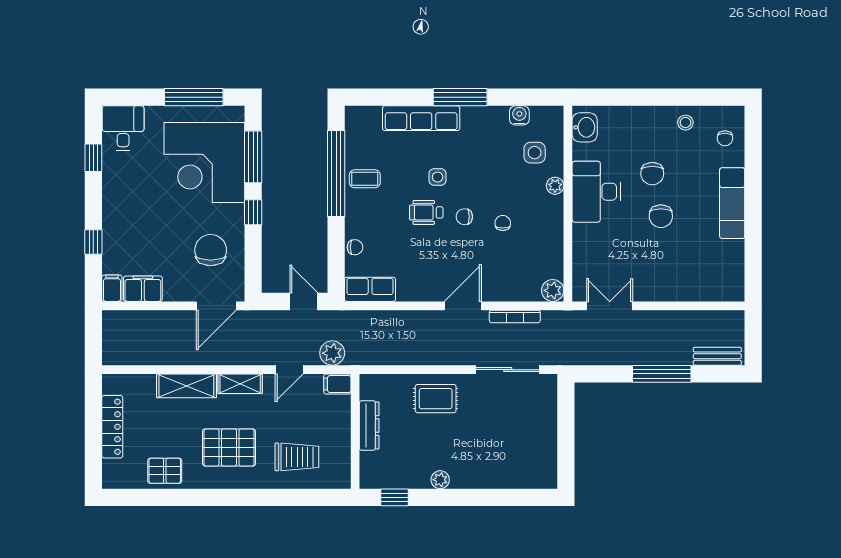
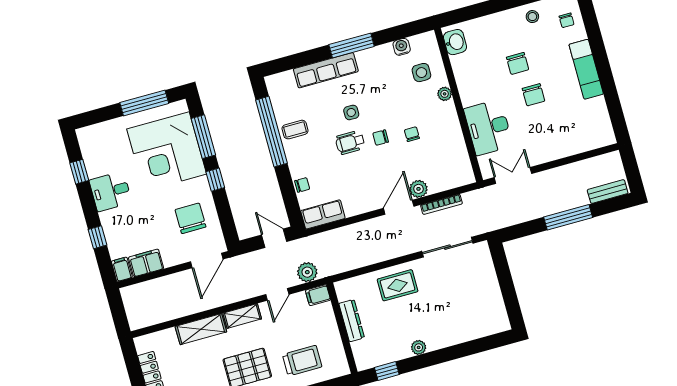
desk: (123, 128) -> (111, 191), moved, turned -90
desk: (596, 192) -> (488, 127), moved
plant: (553, 290) -> (418, 189), moved

